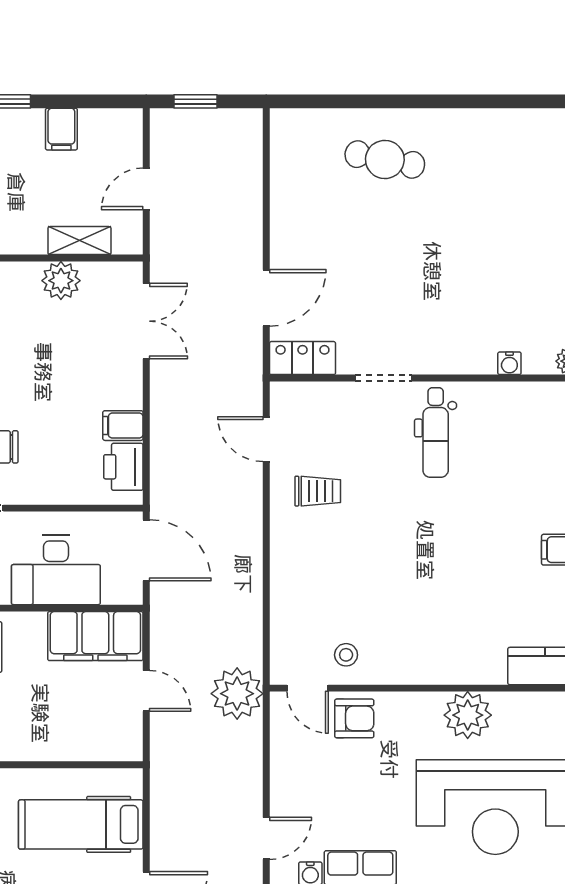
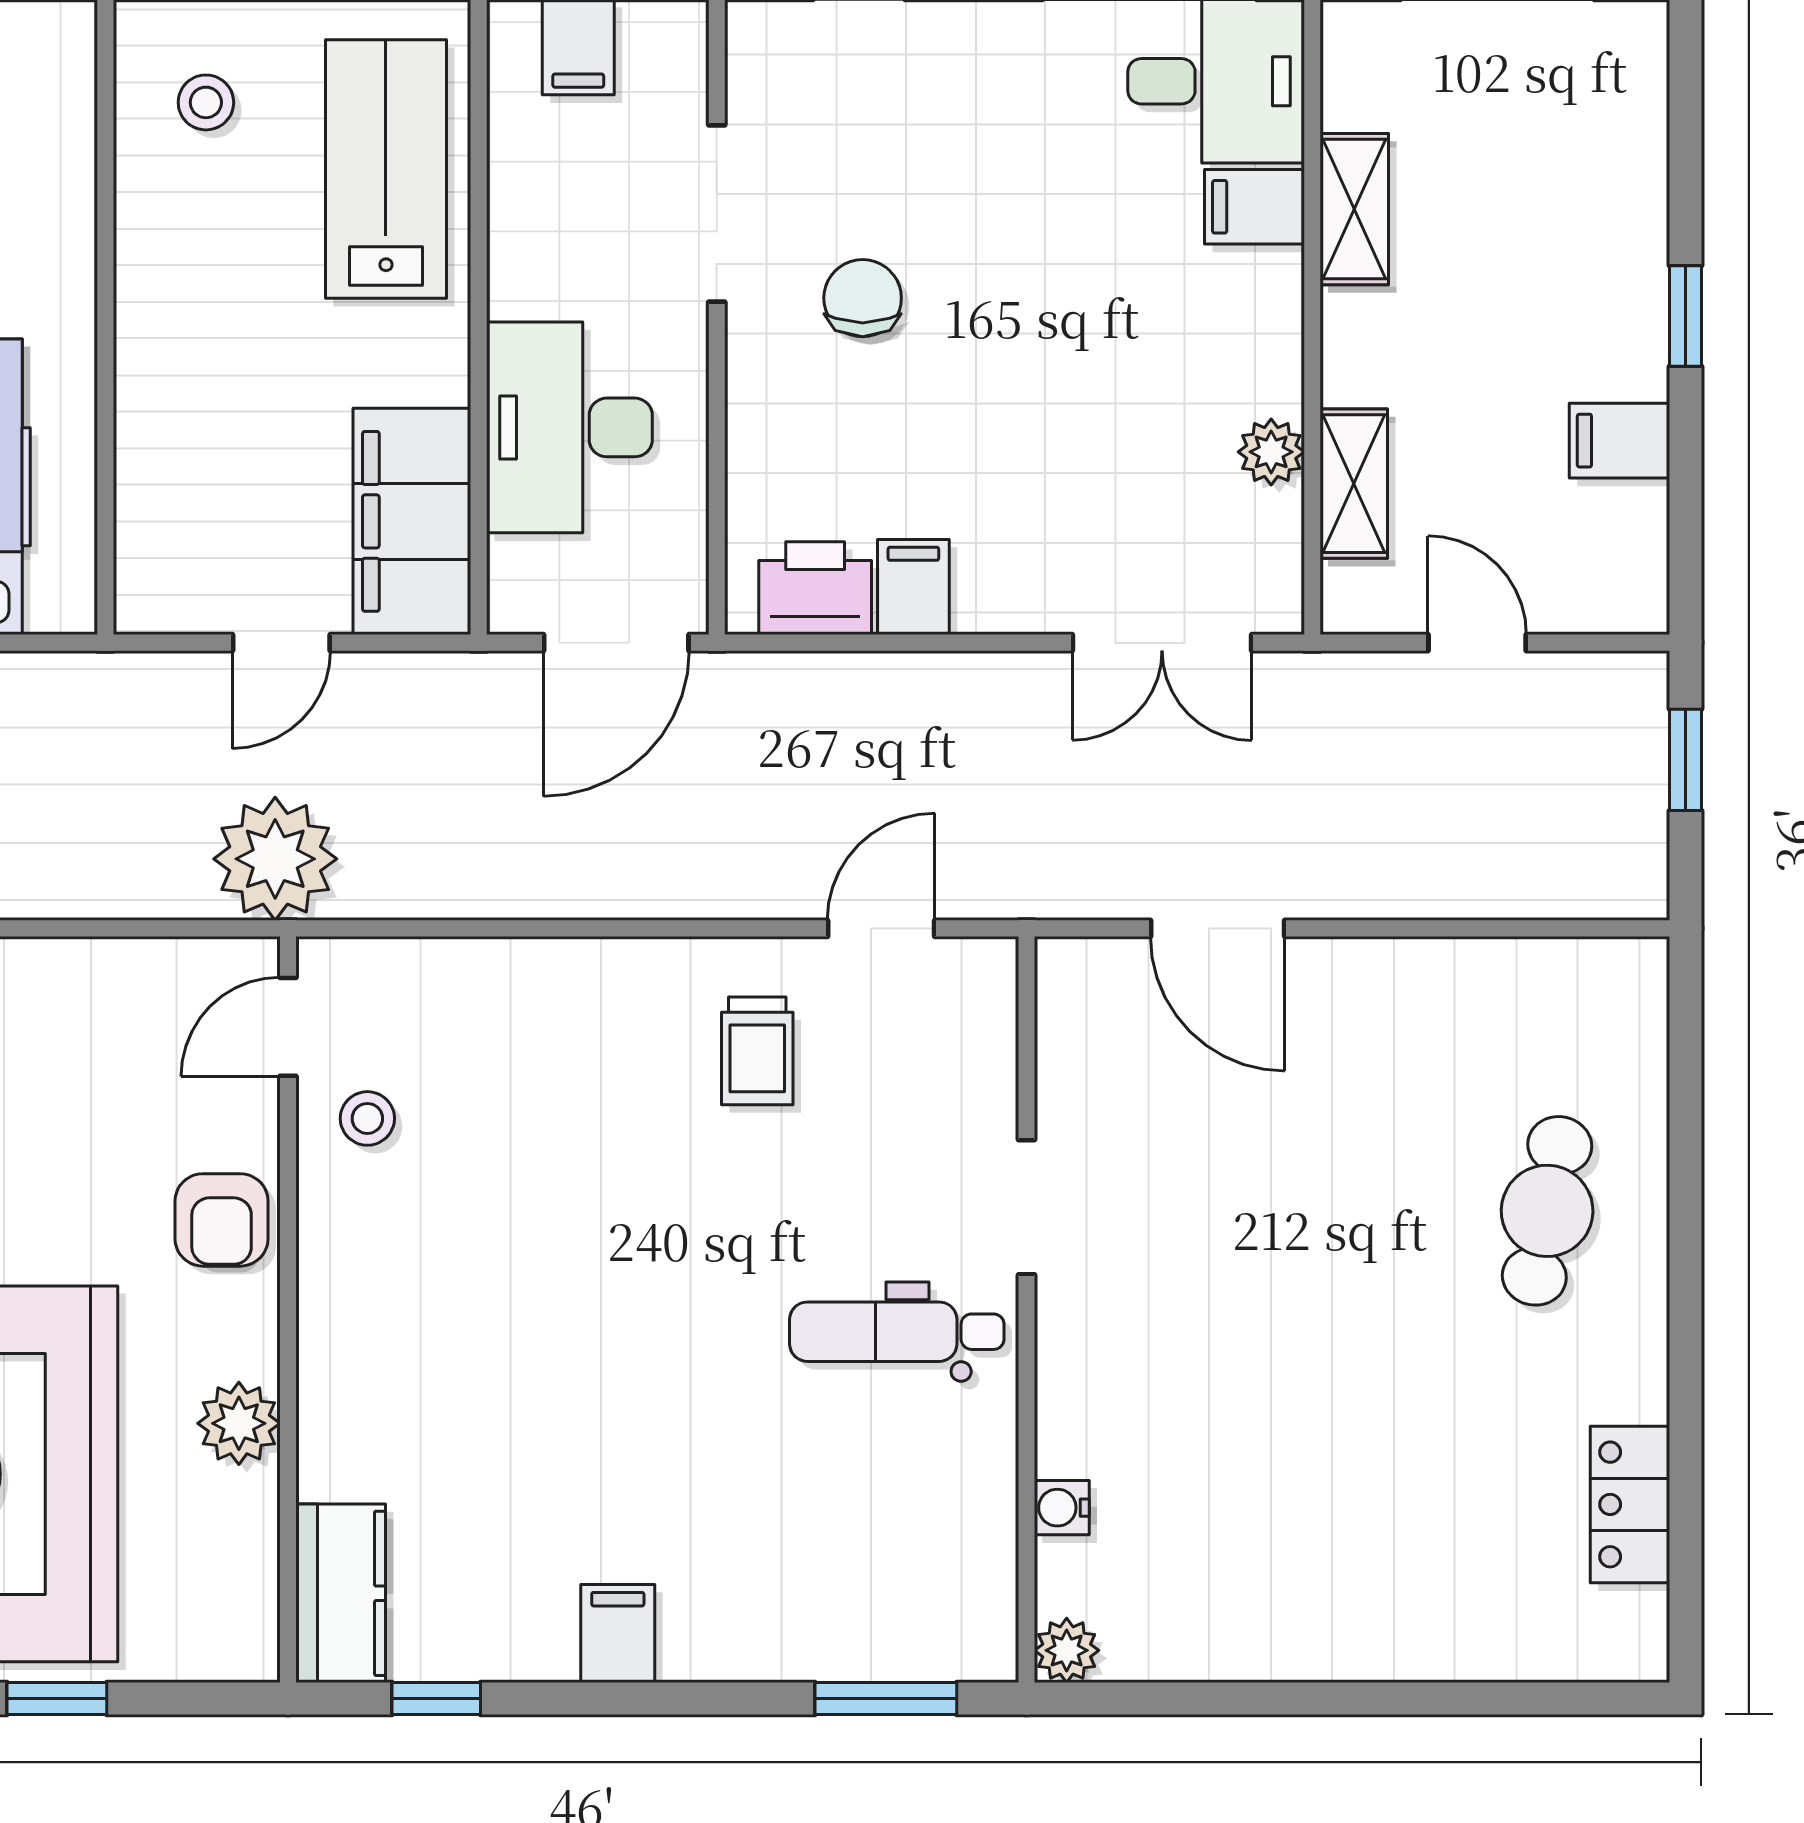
plant: (61, 281) -> (1271, 452), width x0.73, depth x0.73
locker: (303, 358) -> (1630, 1504), moved, turned 180
plant: (468, 715) -> (239, 1423), width x0.73, depth x0.73
armchair: (354, 718) -> (222, 1220), moved

